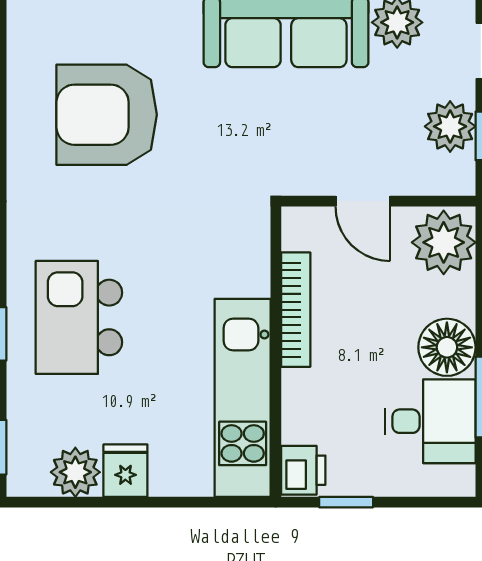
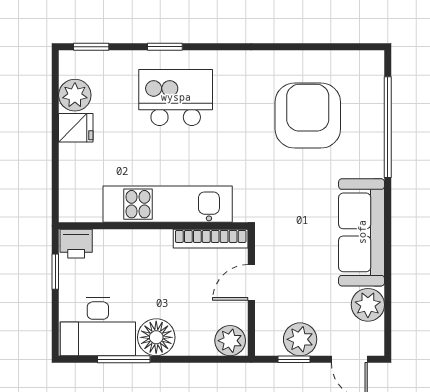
plant: (444, 242) -> (230, 341), width x0.73, depth x0.73
bookcase: (296, 310) -> (211, 239), moved
kitchen unit: (243, 398) -> (168, 204), moved
desk: (430, 421) -> (98, 326), width x1.37

